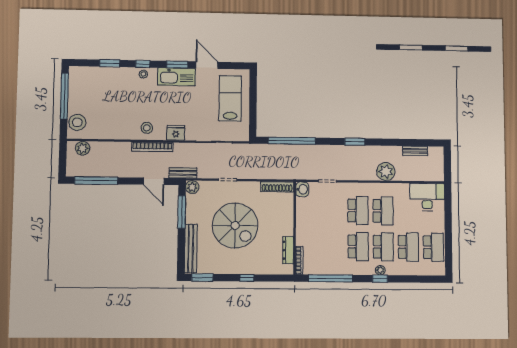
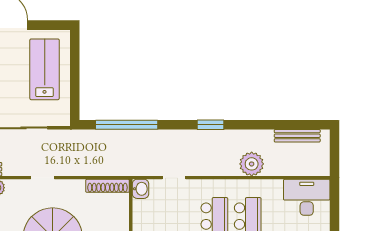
bench: (415, 151) -> (297, 136), width x1.36

